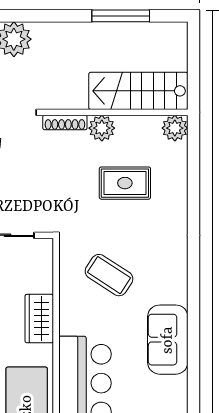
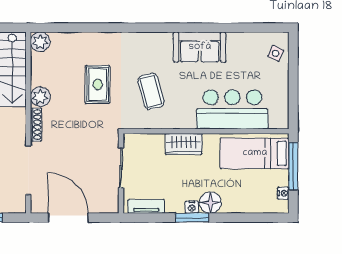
rug: (125, 183) -> (98, 85), moved
coffee table: (109, 275) -> (151, 91), turned -48

